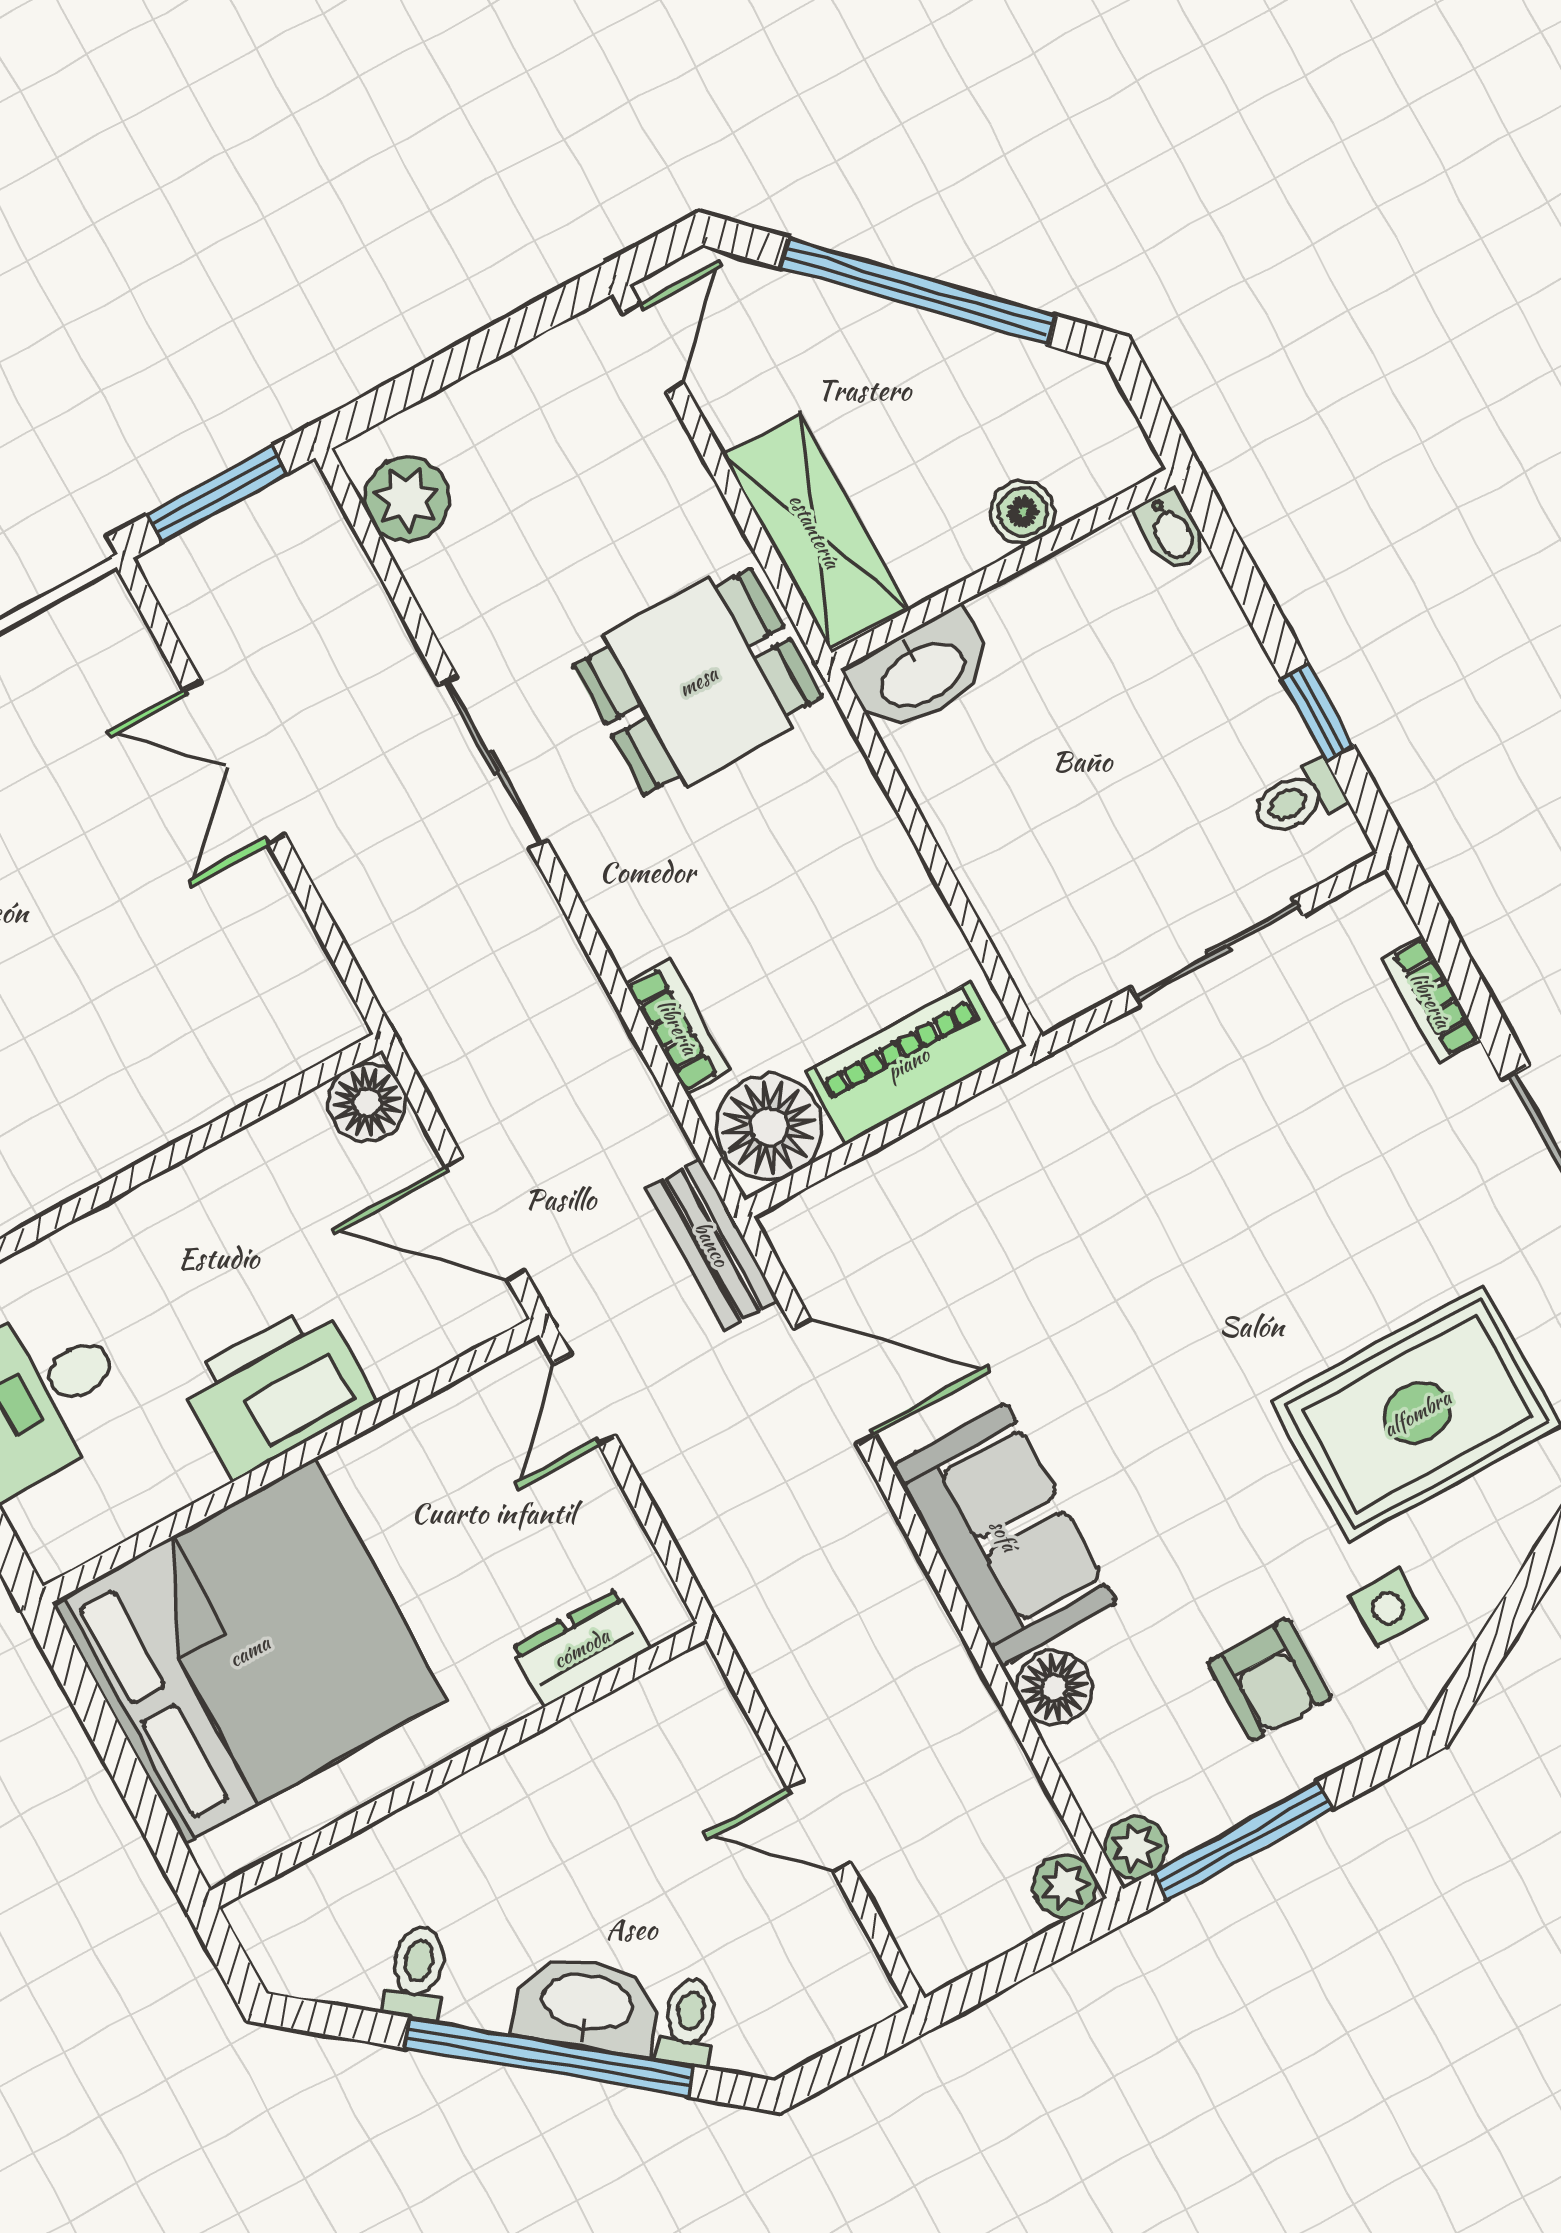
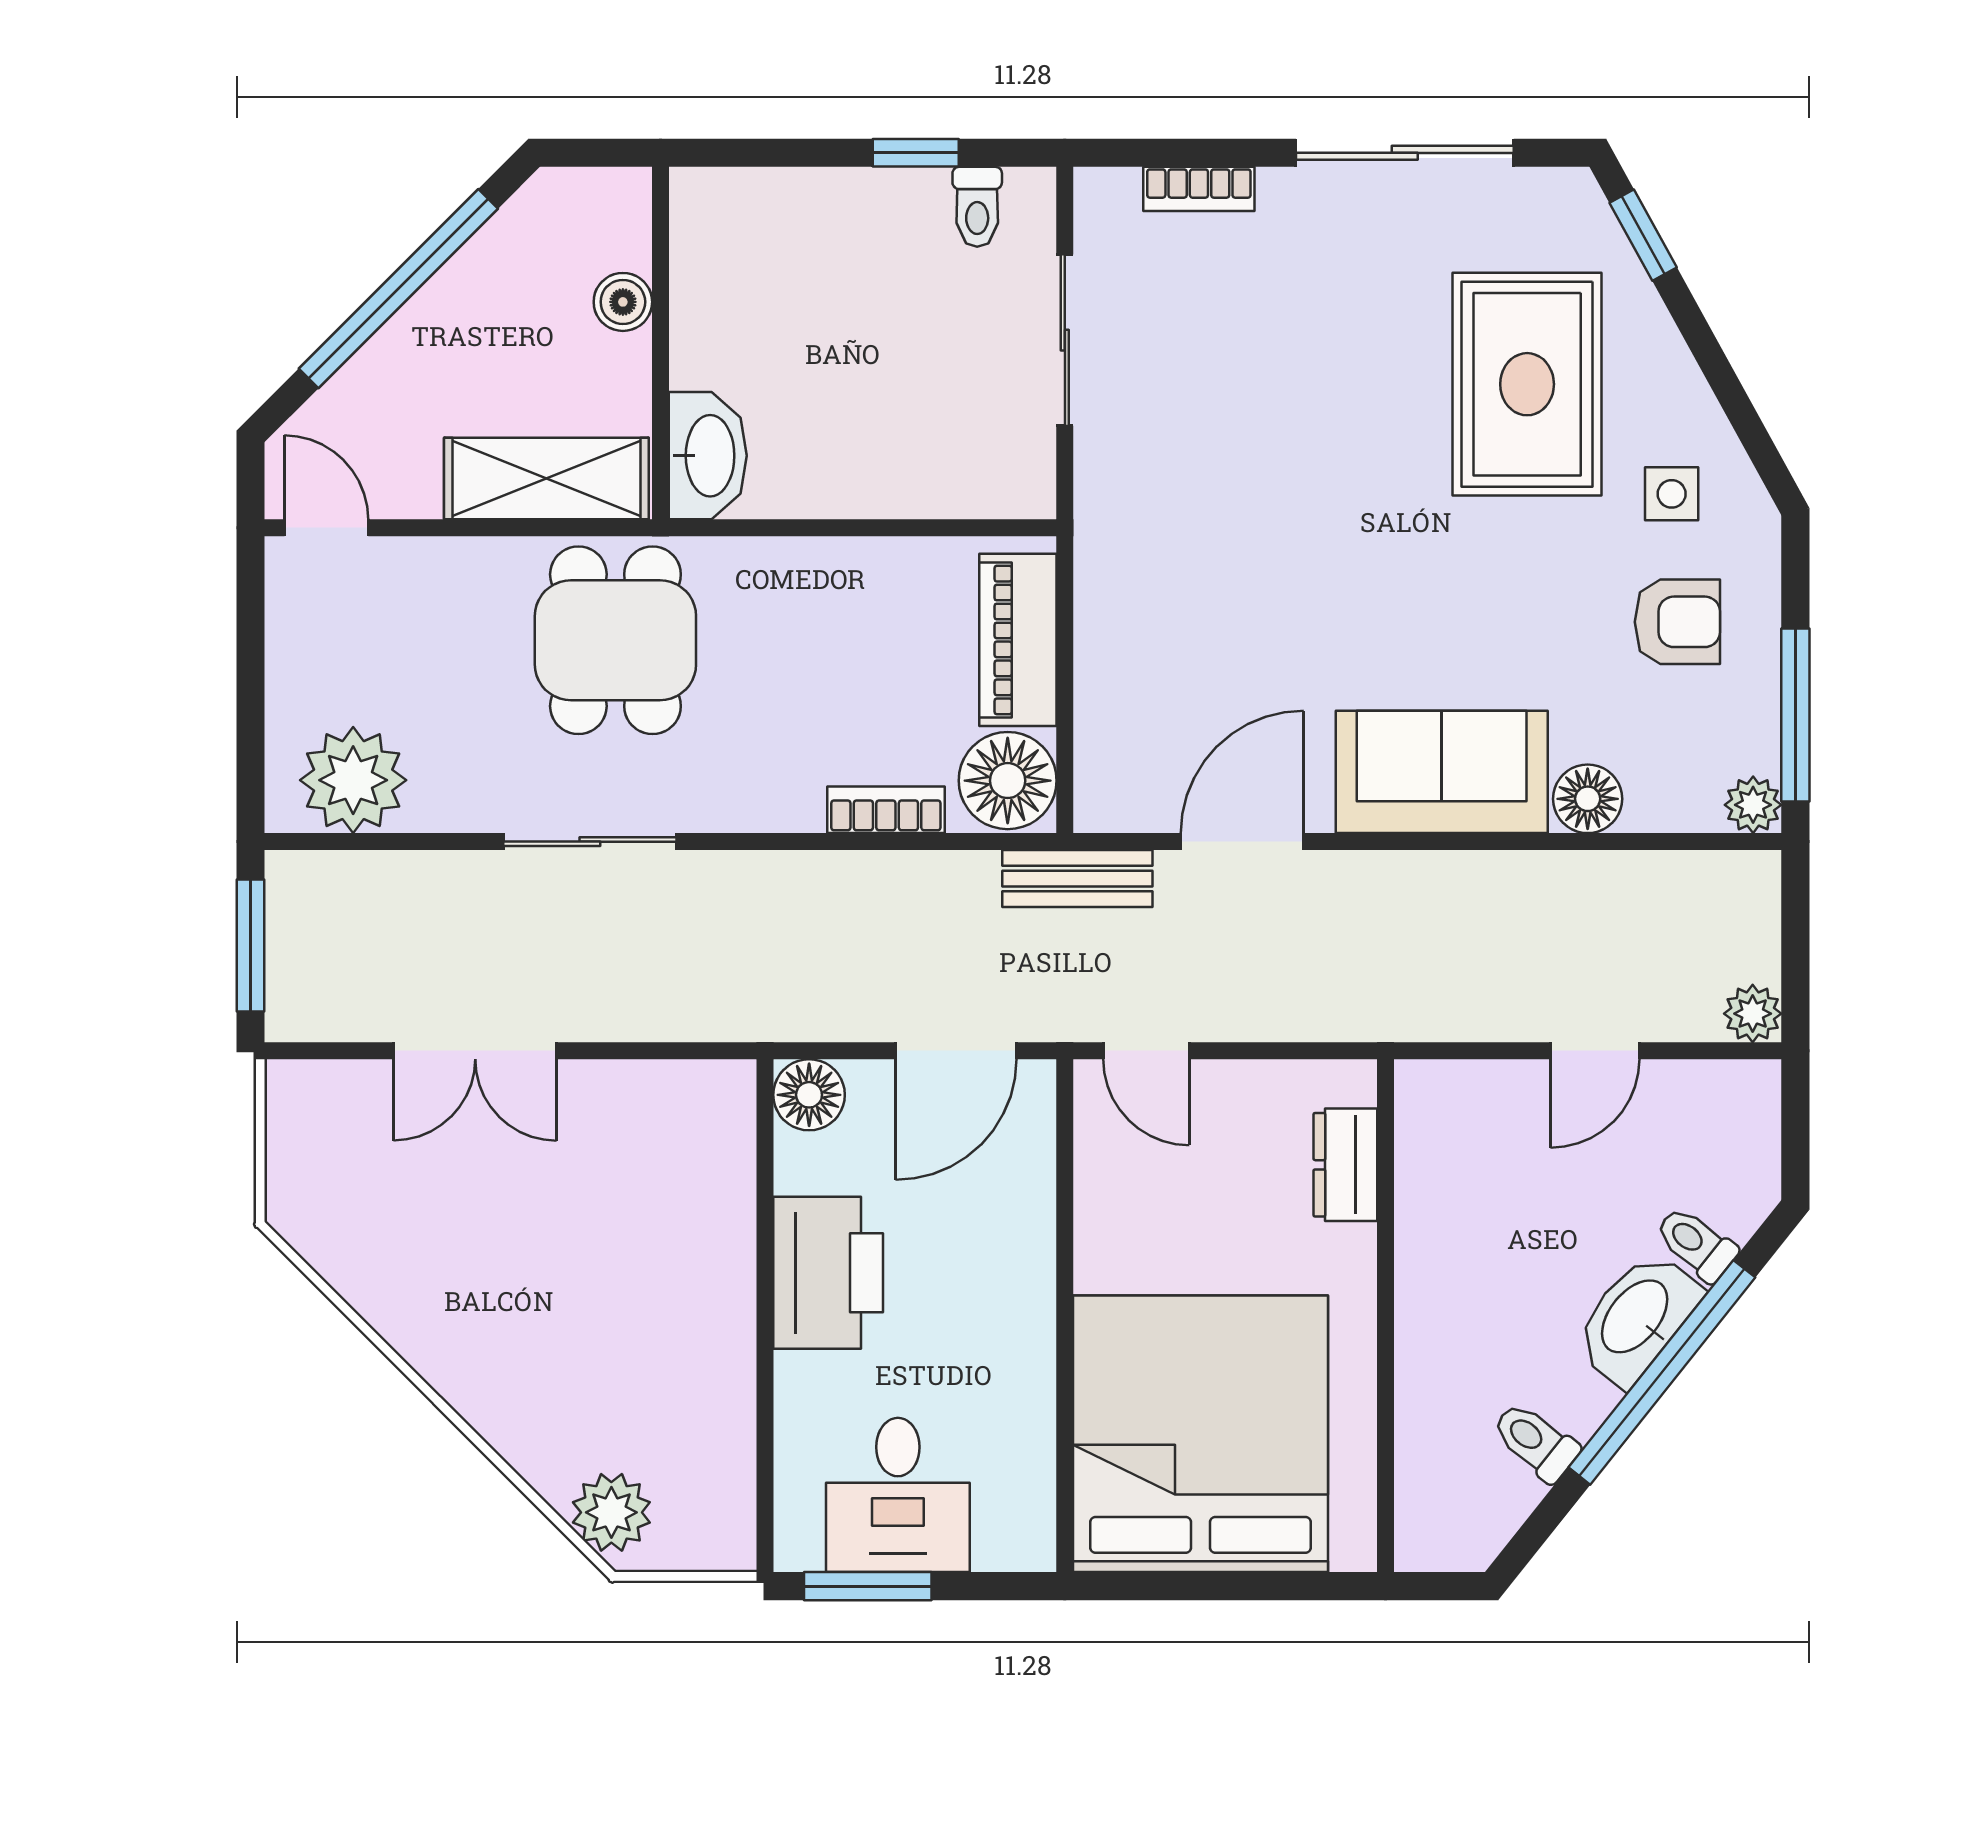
plant: (407, 499) -> (353, 780), width x1.36, depth x1.36
bidet: (1171, 531) -> (704, 191), removed
printer: (277, 1390) -> (828, 1273), moved, turned 180
plant: (1065, 1886) -> (1753, 1014), moved

